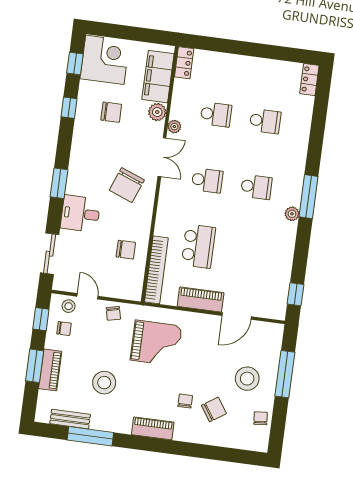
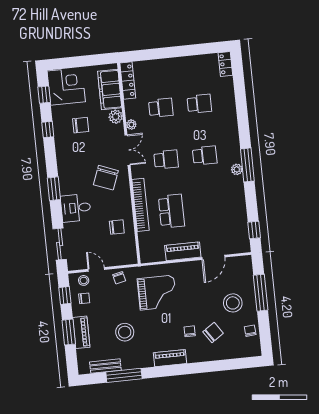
locker: (184, 63) -> (128, 81), width x1.53
window: (309, 197) -> (247, 165), moved
bookcase: (156, 270) -> (140, 205), moved

